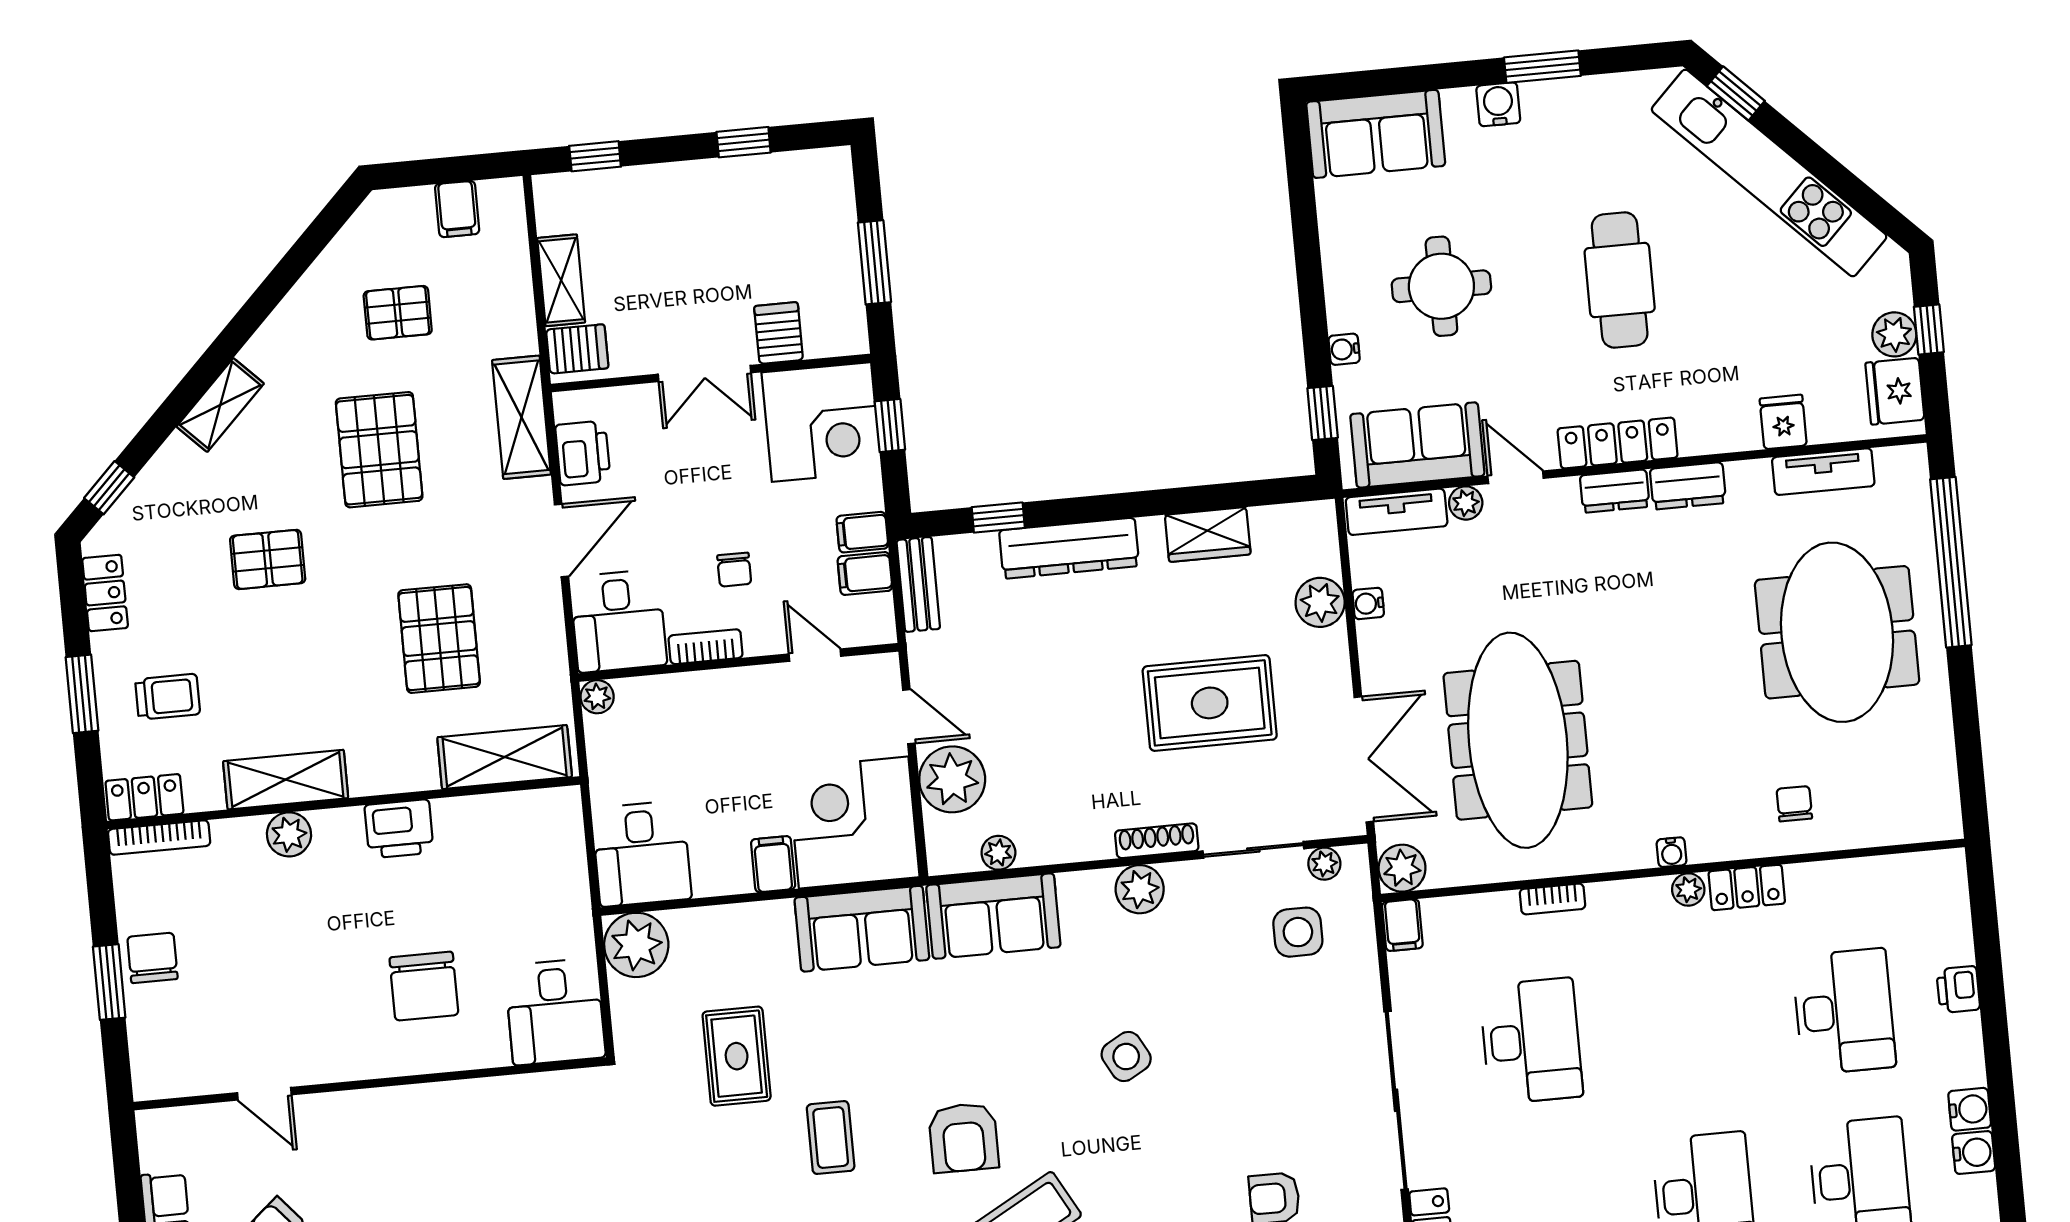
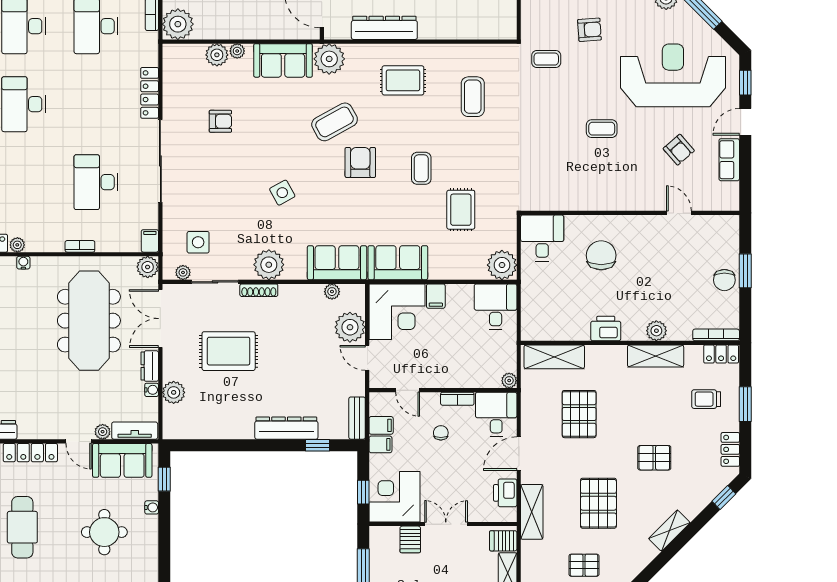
dresser: (1615, 491) -> (150, 366), moved, turned -90
wardrobe: (1208, 534) -> (222, 428), removed
plant: (1140, 889) -> (269, 265), width x1.36, depth x1.36

